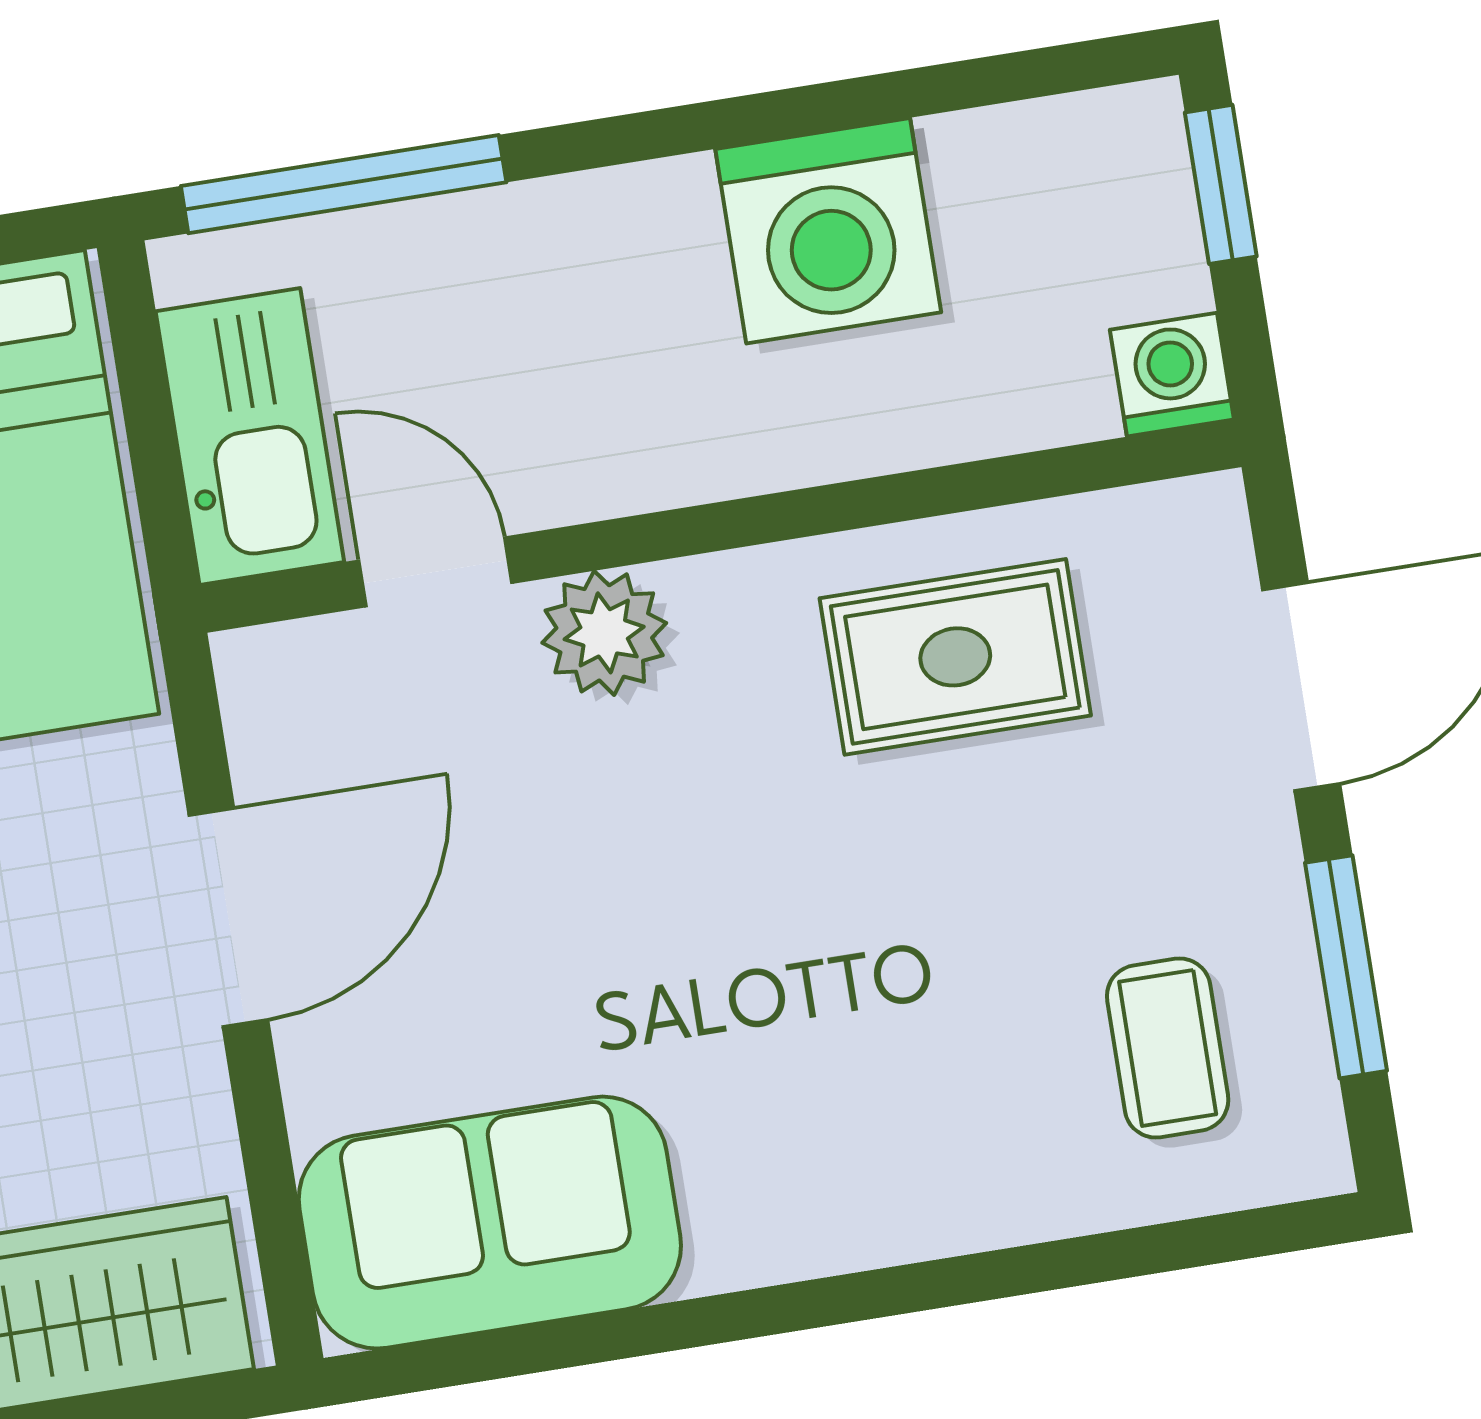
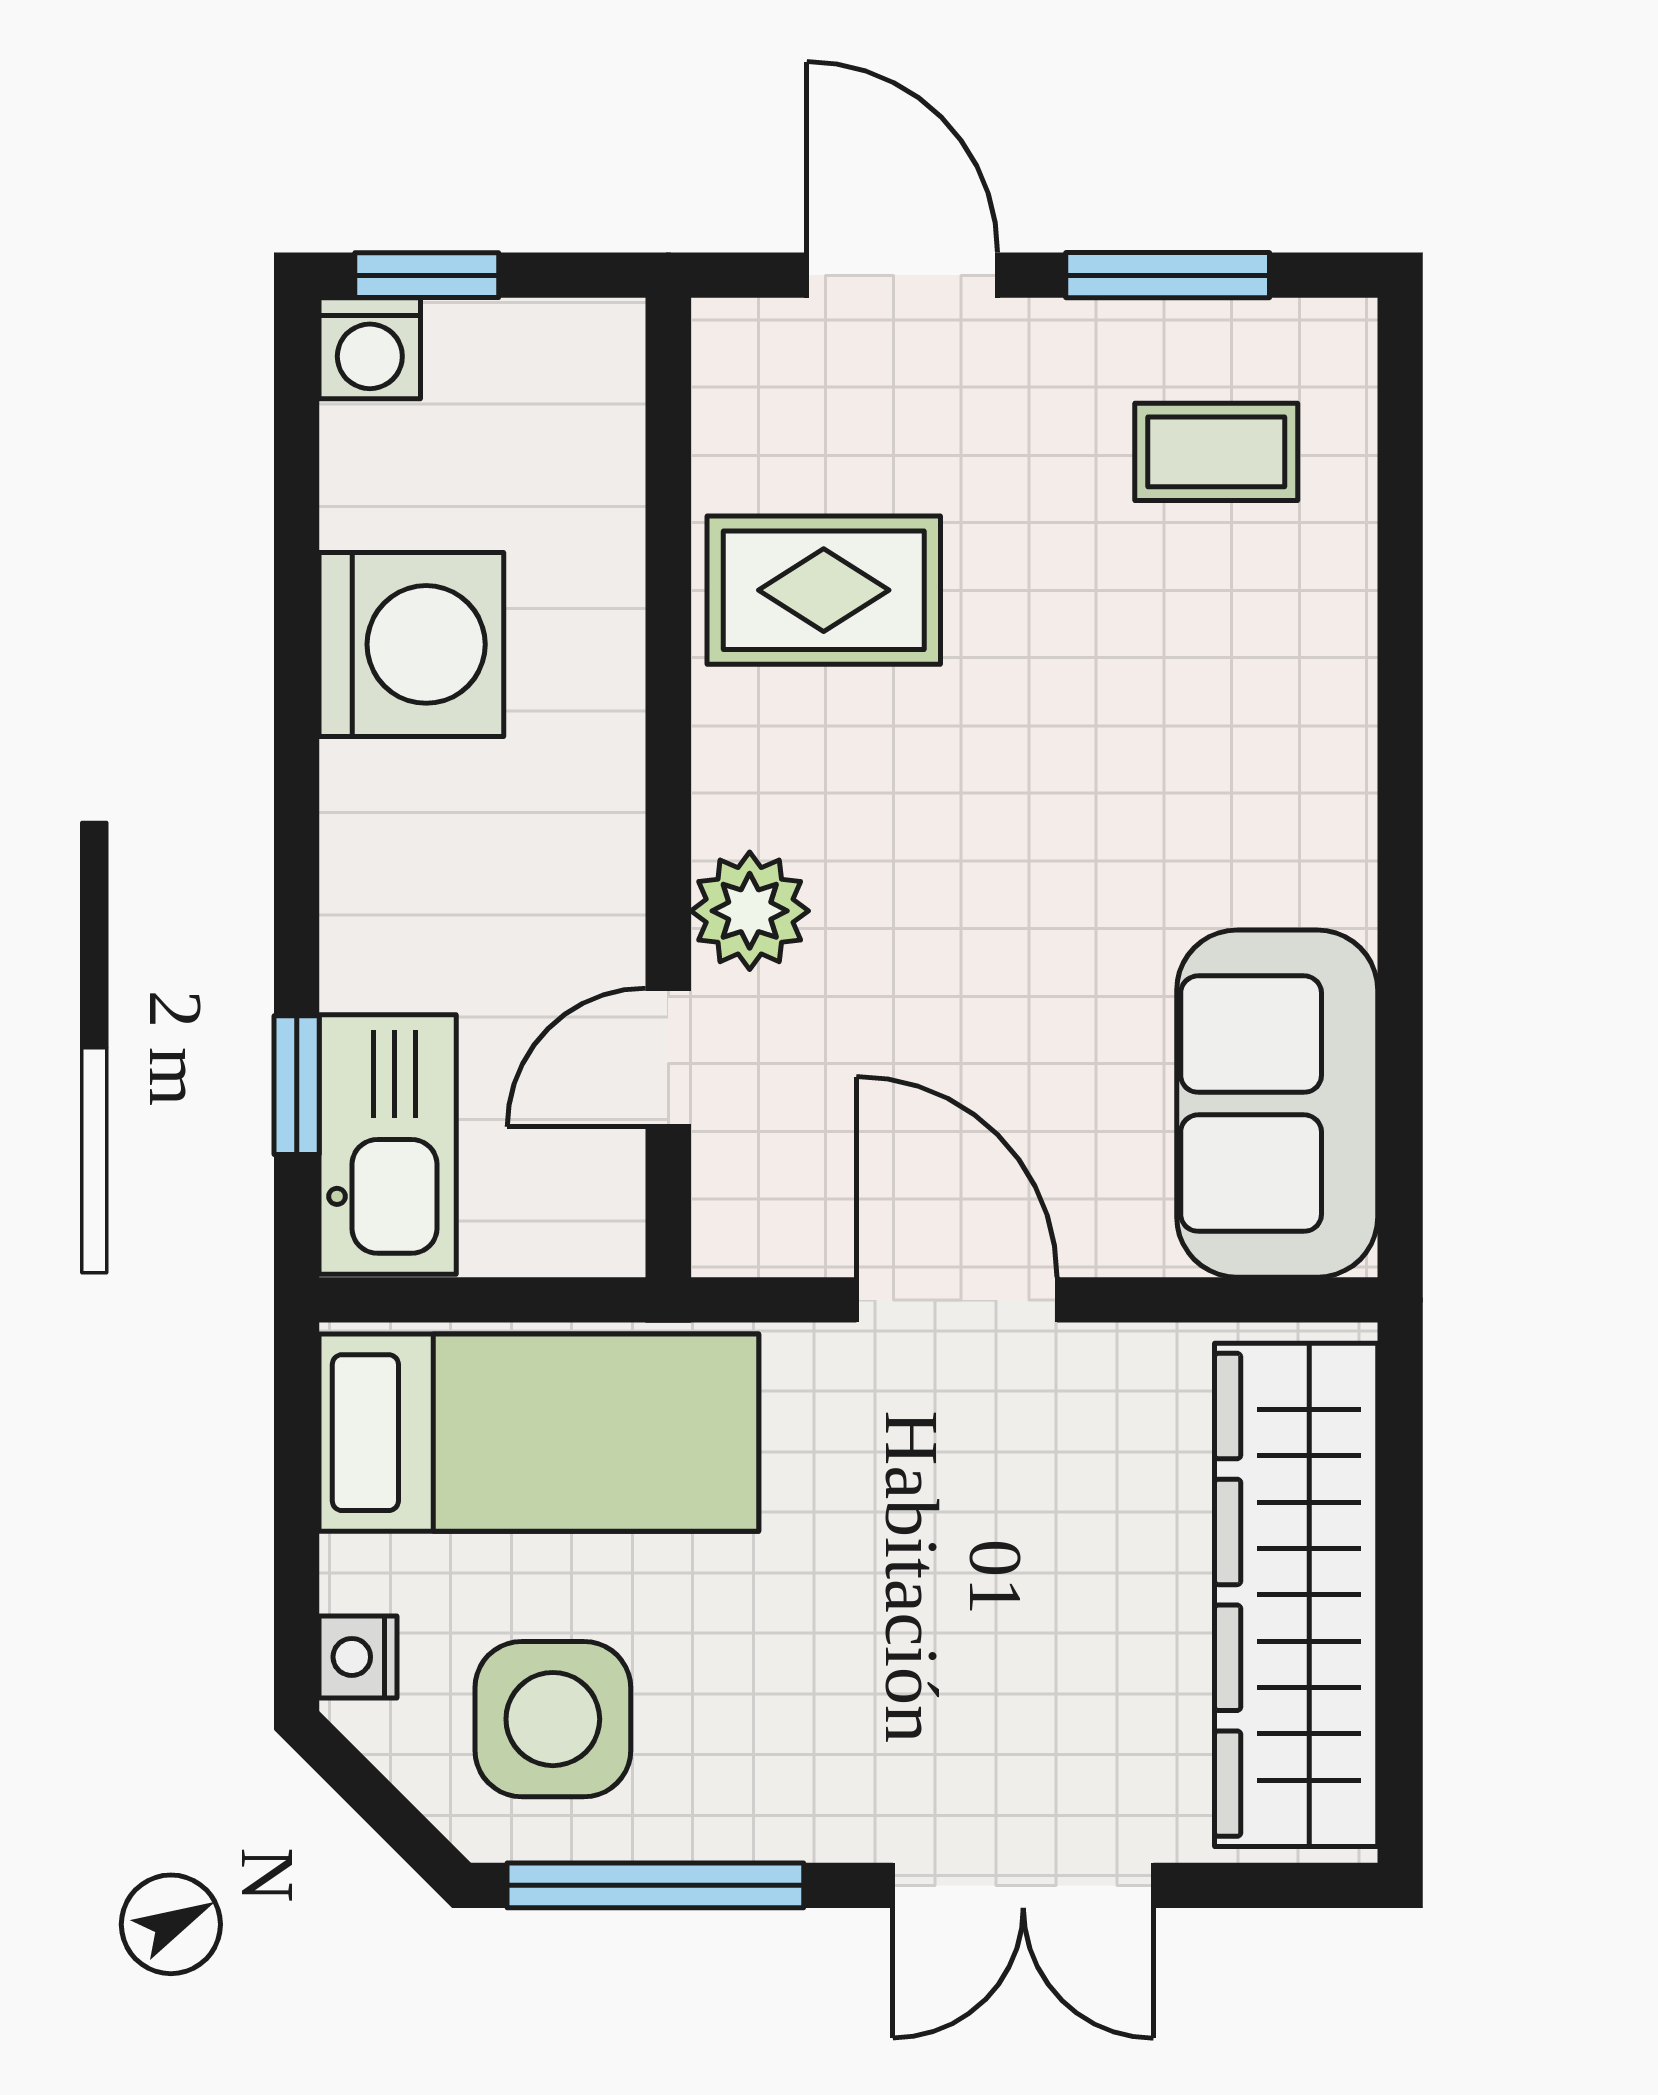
window: (344, 184) -> (297, 1085), width x0.46
washing machine: (1172, 375) -> (370, 348), moved, turned -90
kitchen sink: (250, 437) -> (388, 1144), moved, turned 90
rug: (955, 657) -> (824, 590), turned 90

